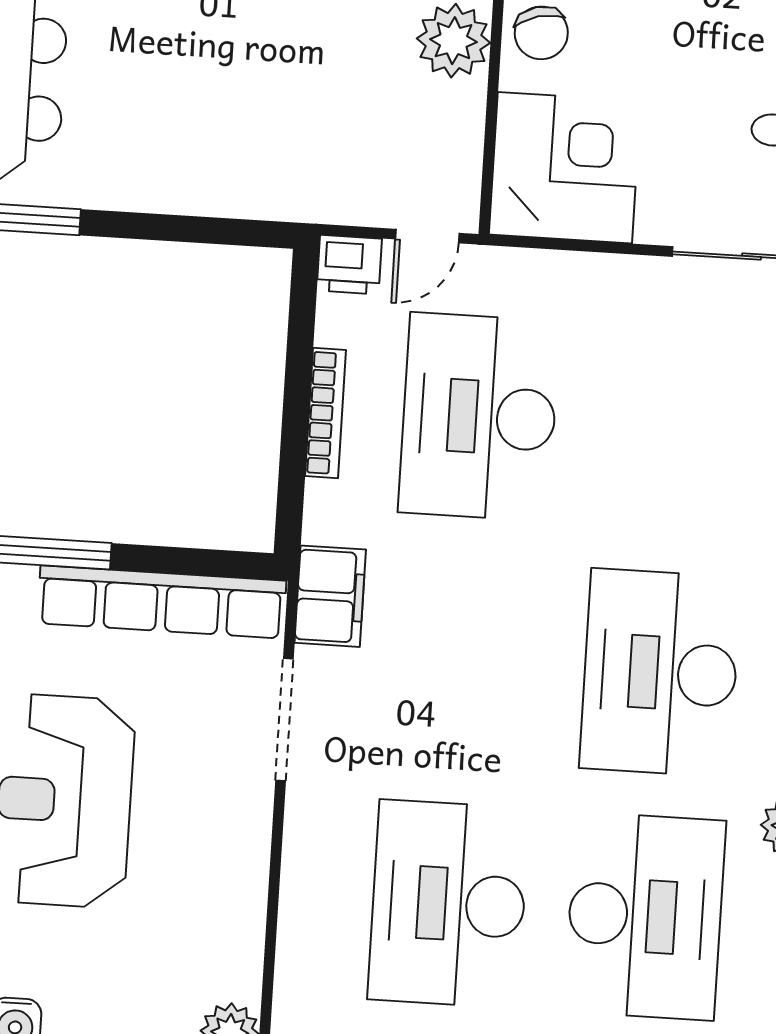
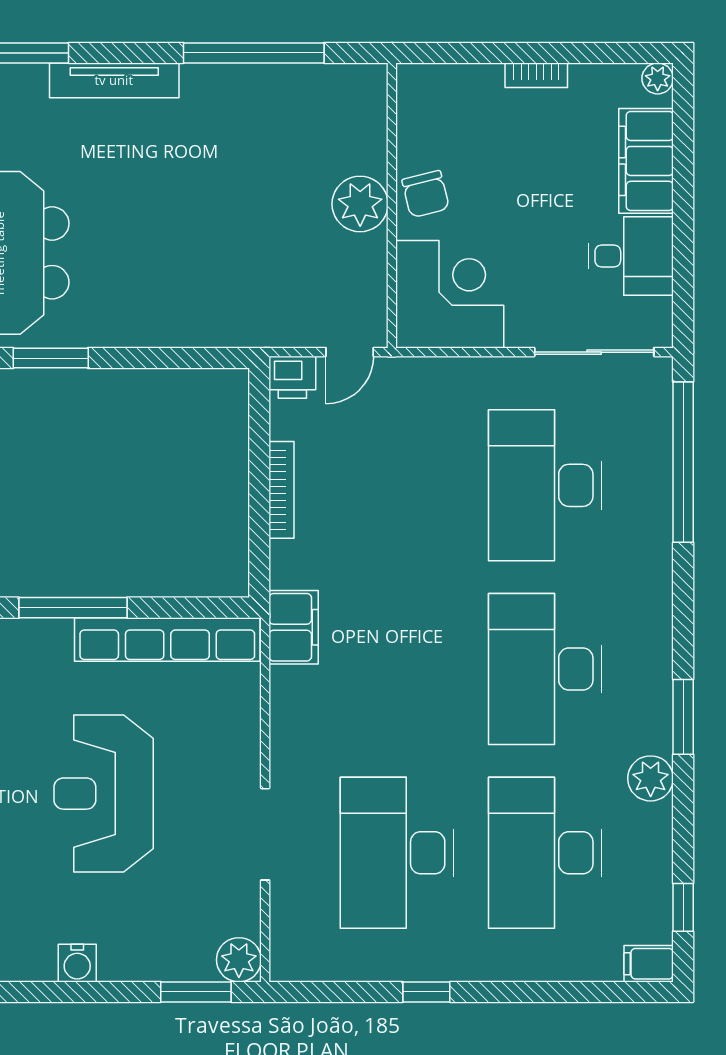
desk: (479, 417) -> (545, 485), moved
doorway: (284, 719) -> (265, 834), moved
desk: (645, 916) -> (545, 853), turned 180

